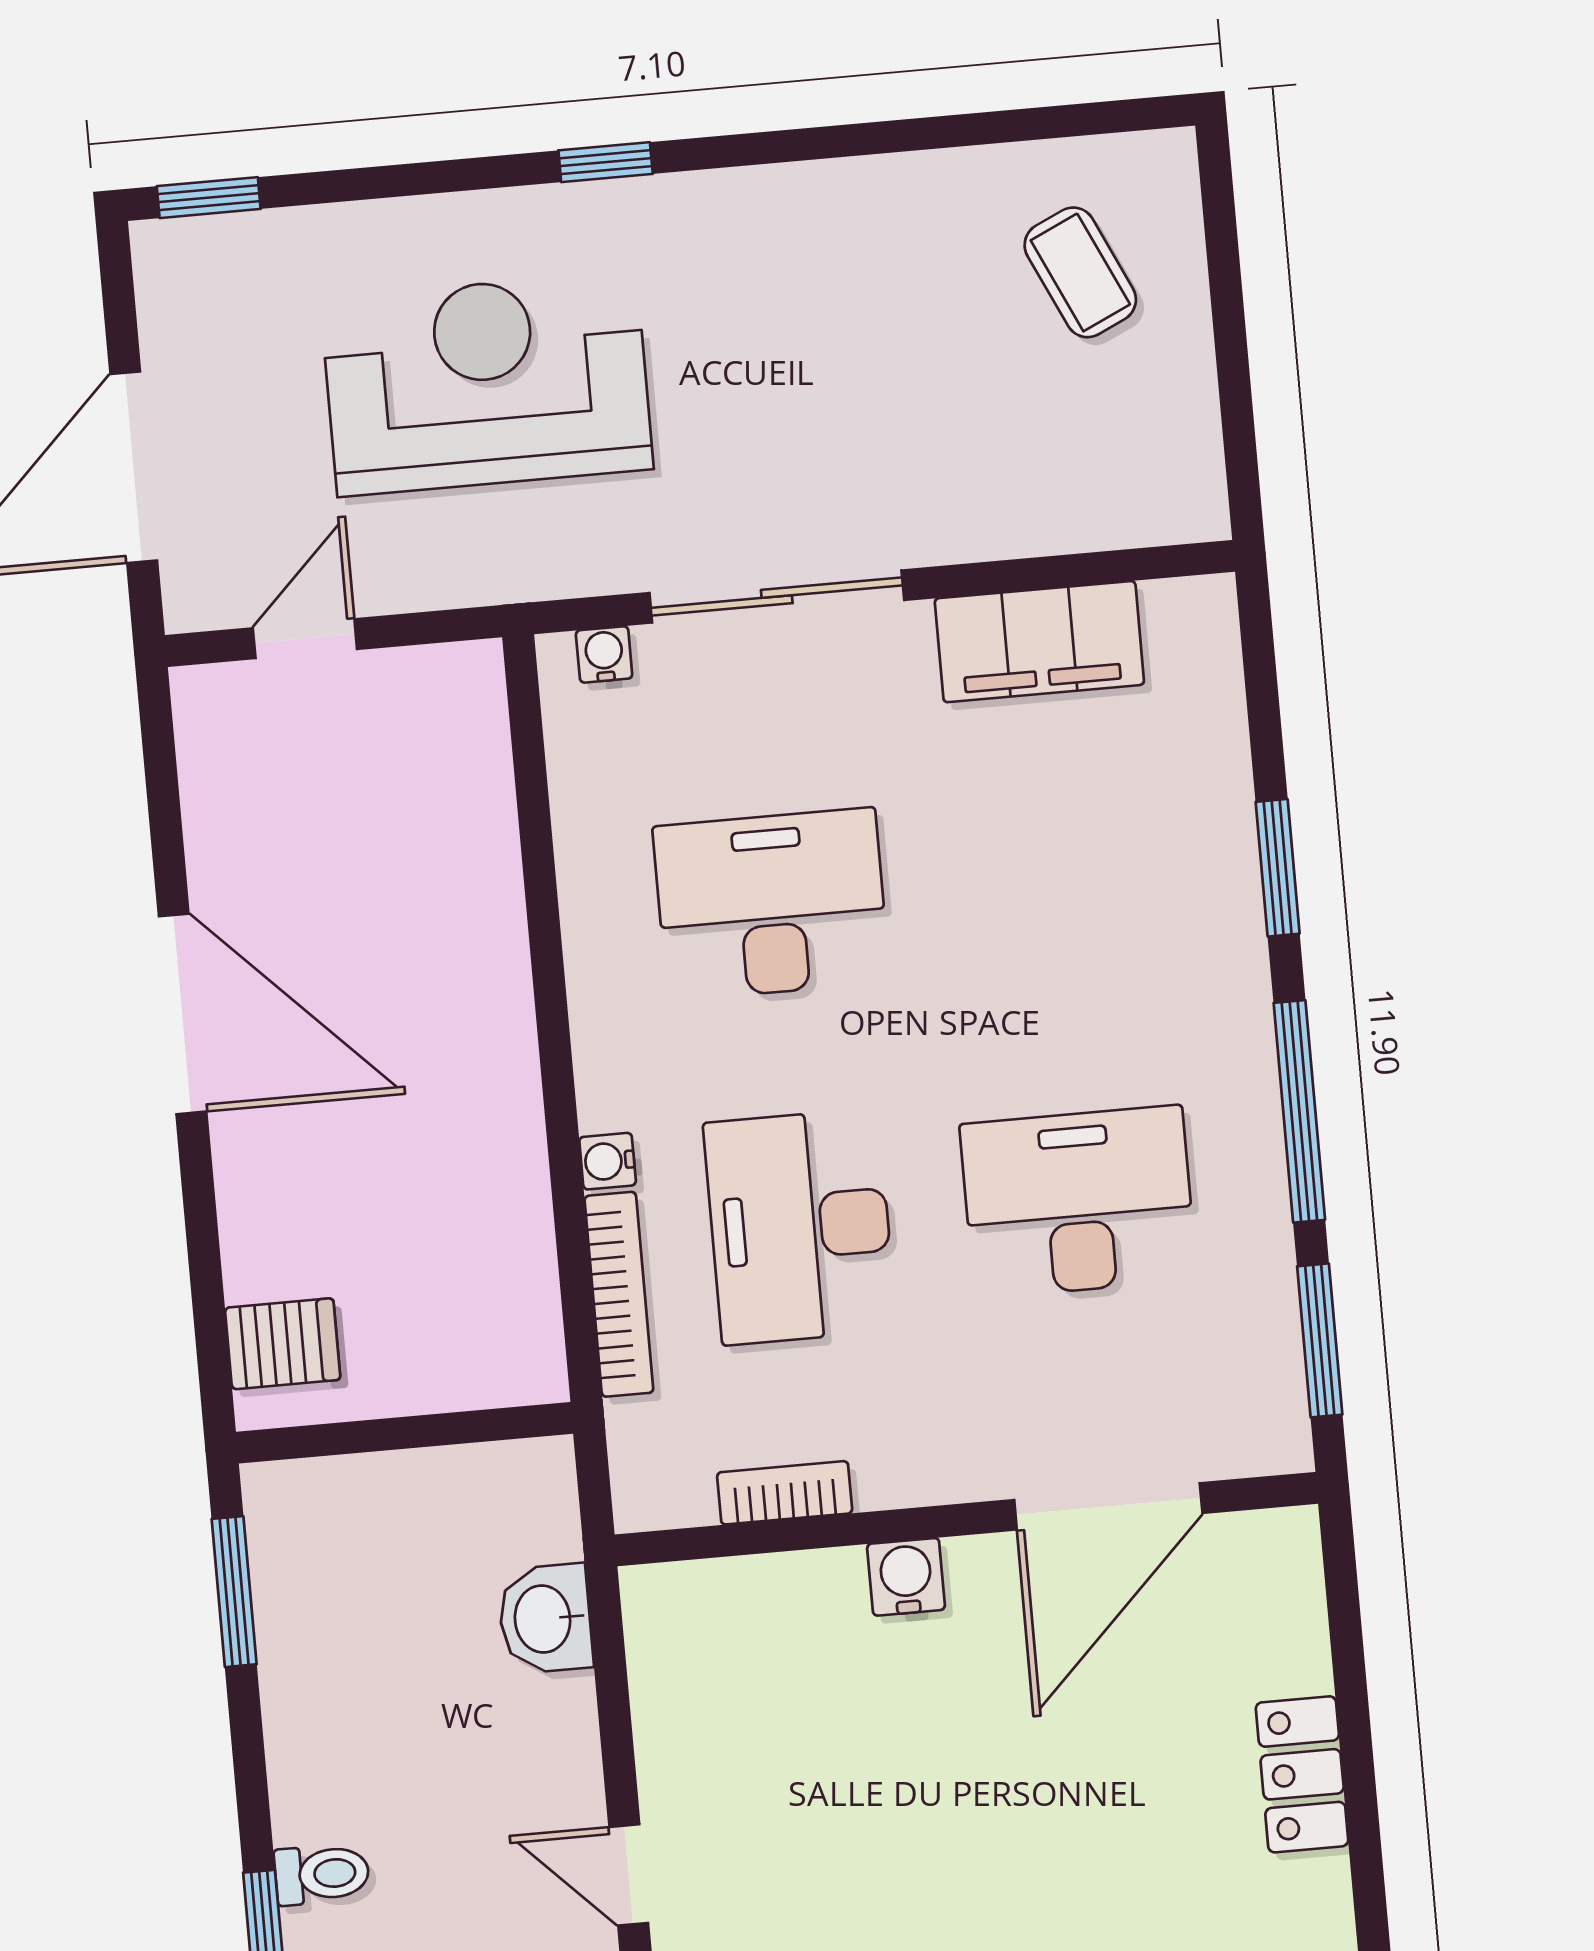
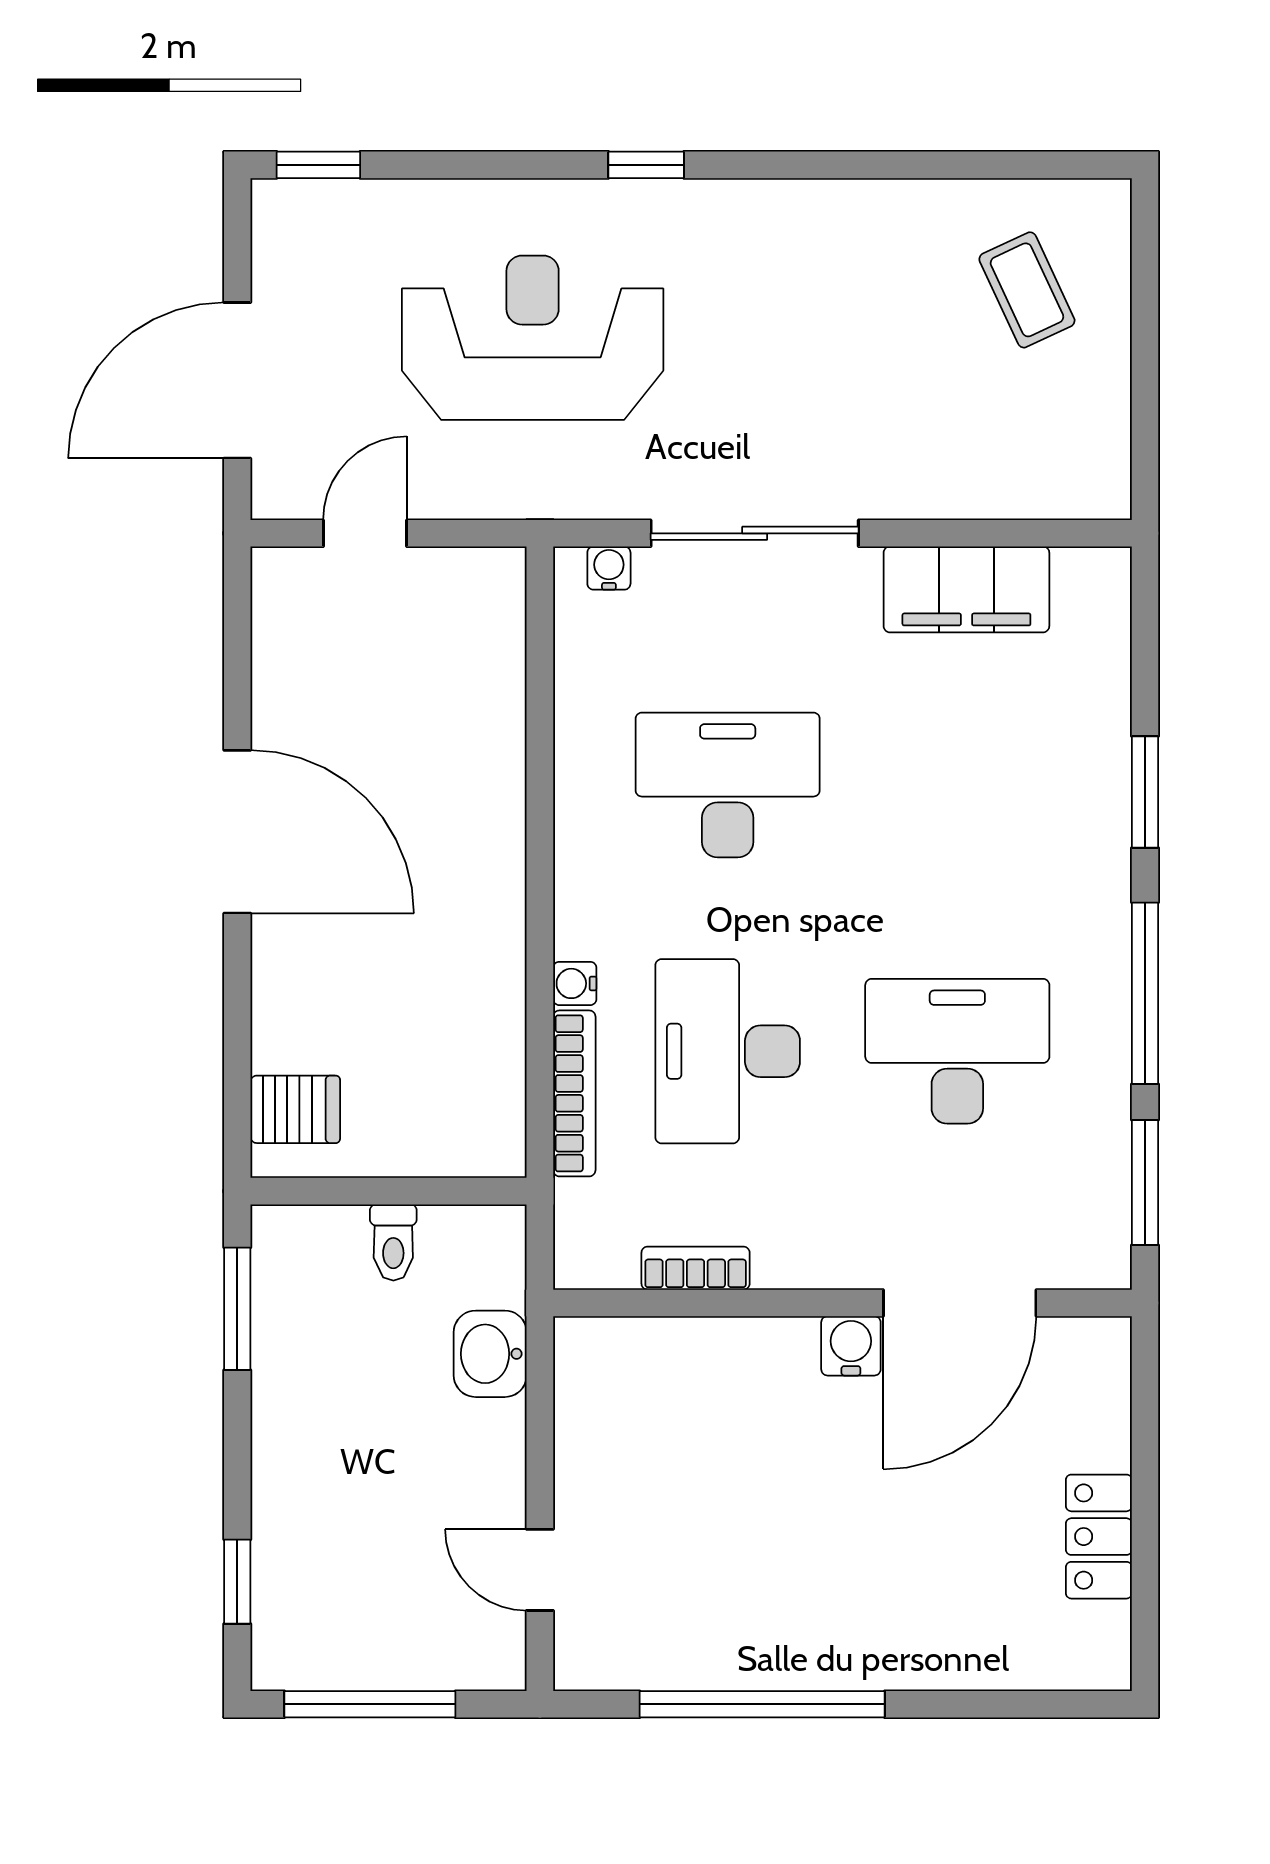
water cooler: (906, 1577) -> (851, 1346), moved
toilet: (322, 1874) -> (393, 1242), moved, turned 90

